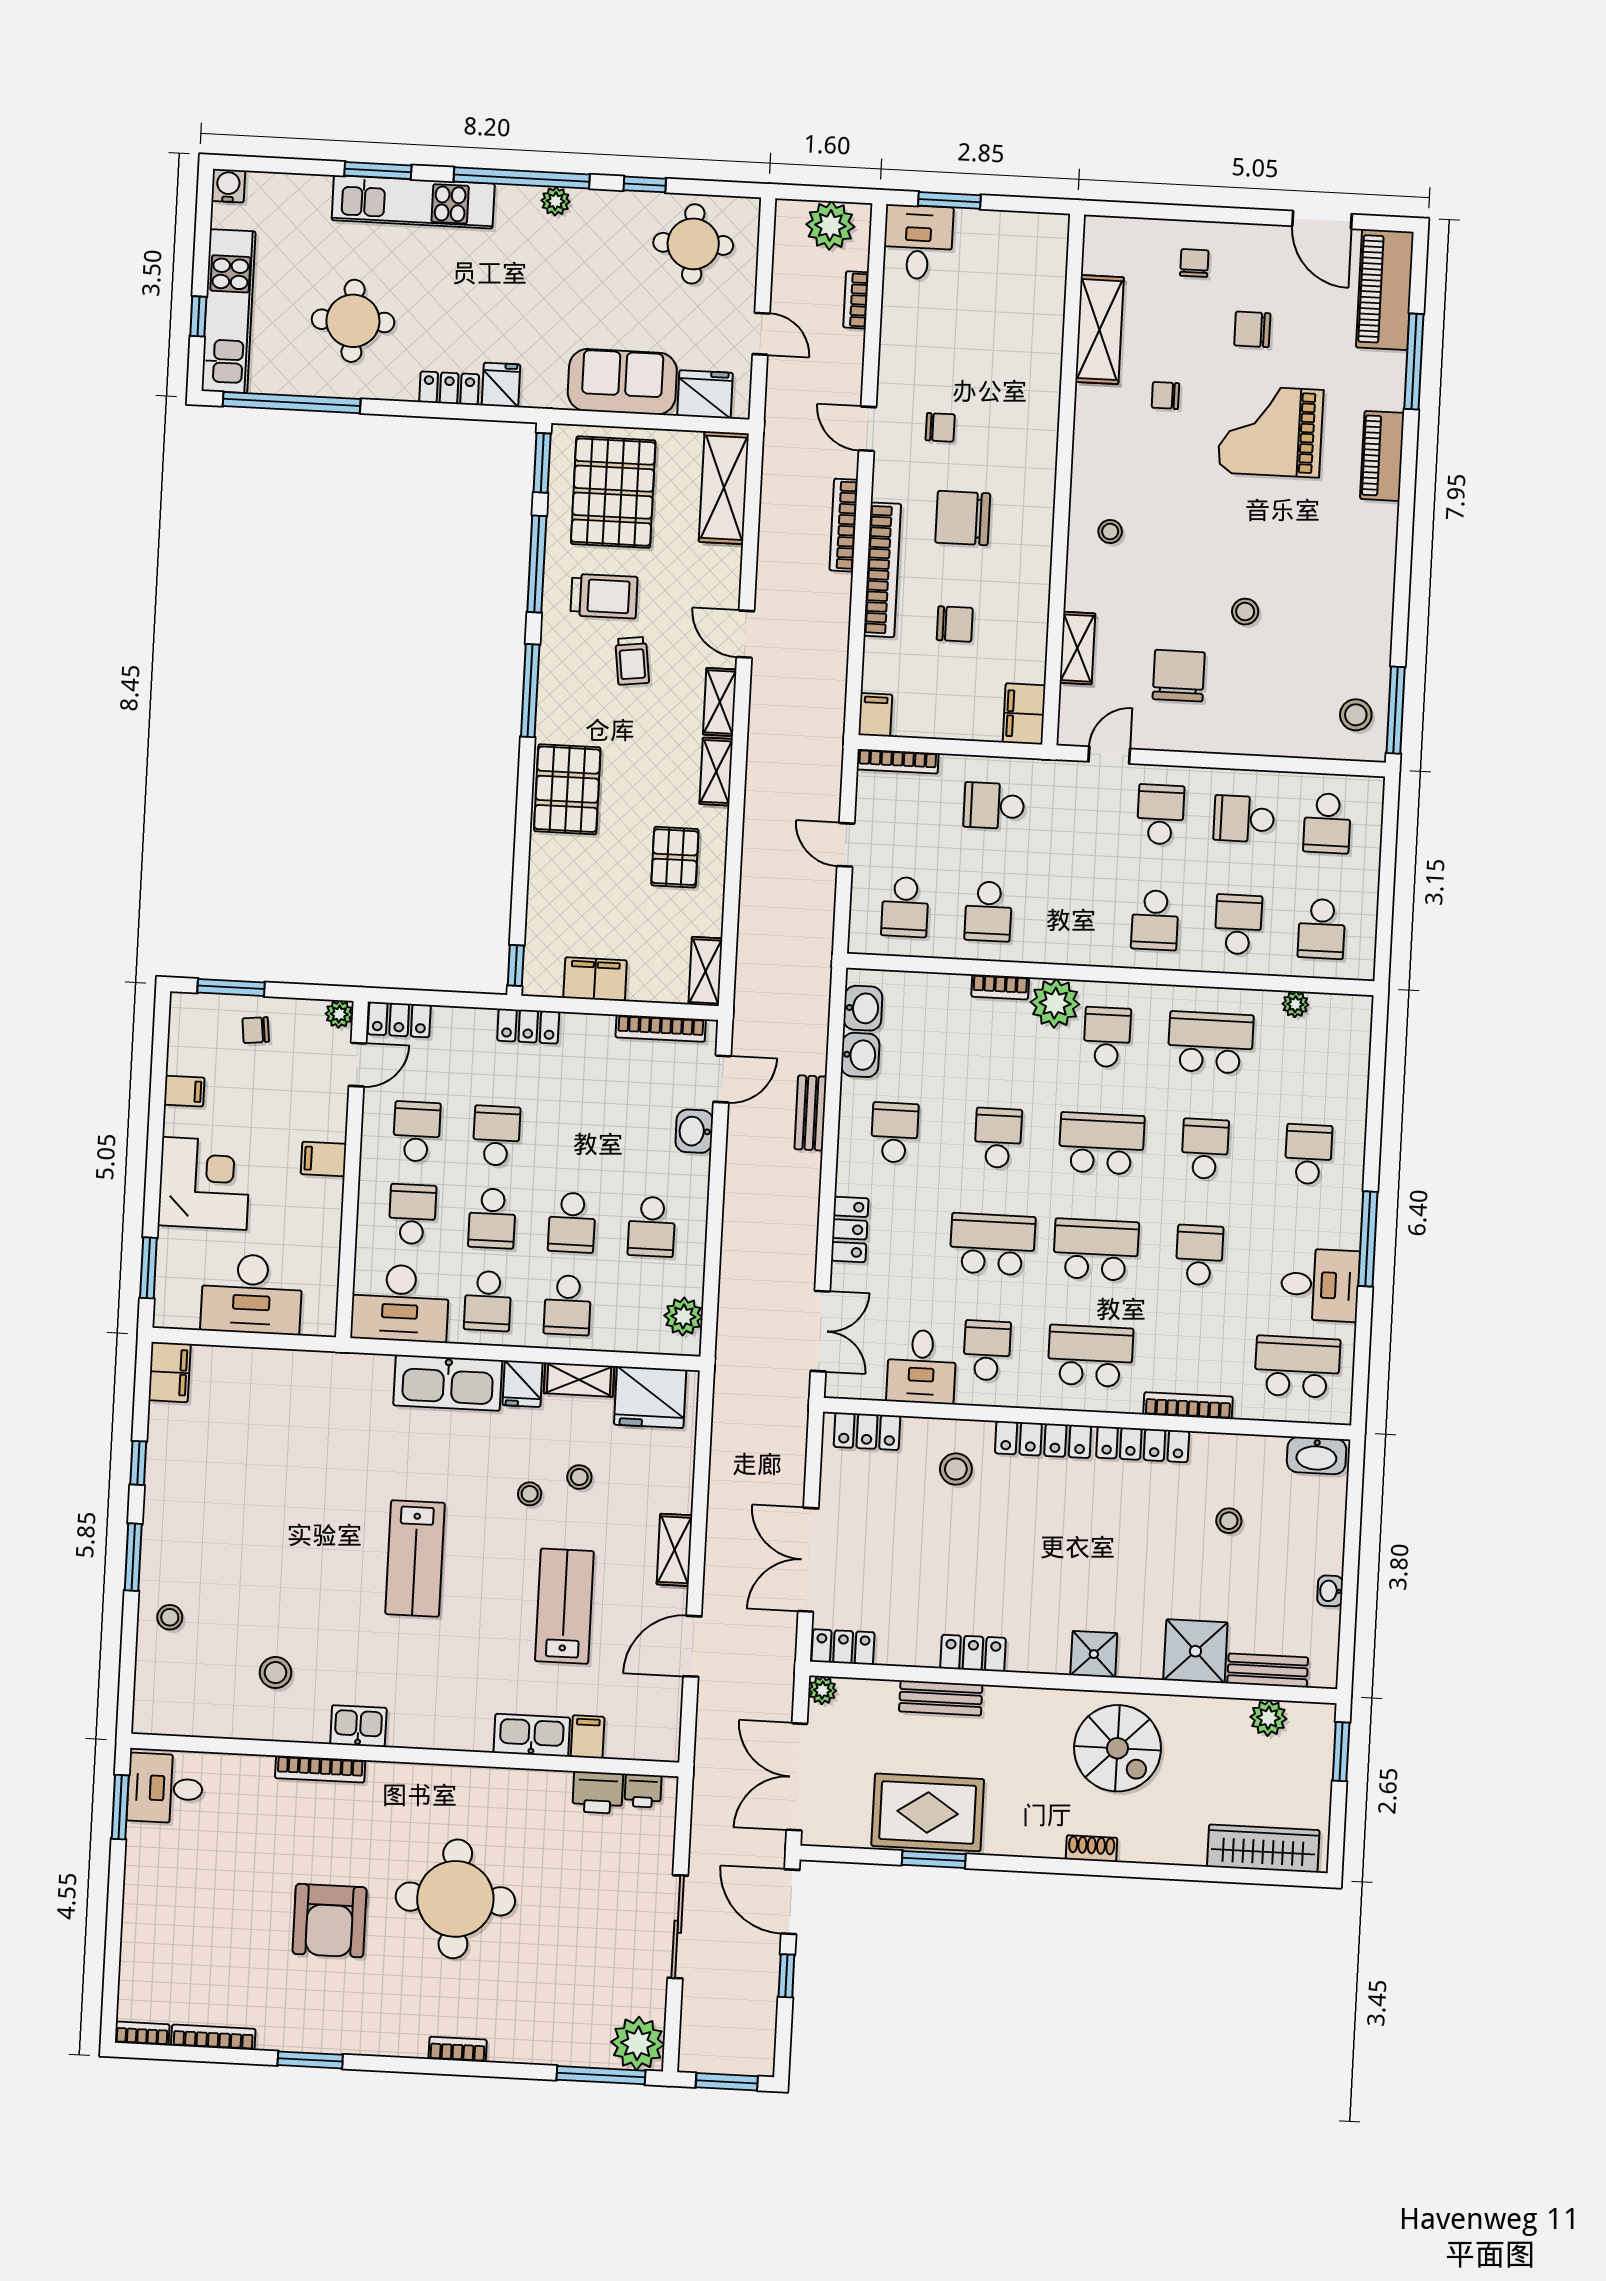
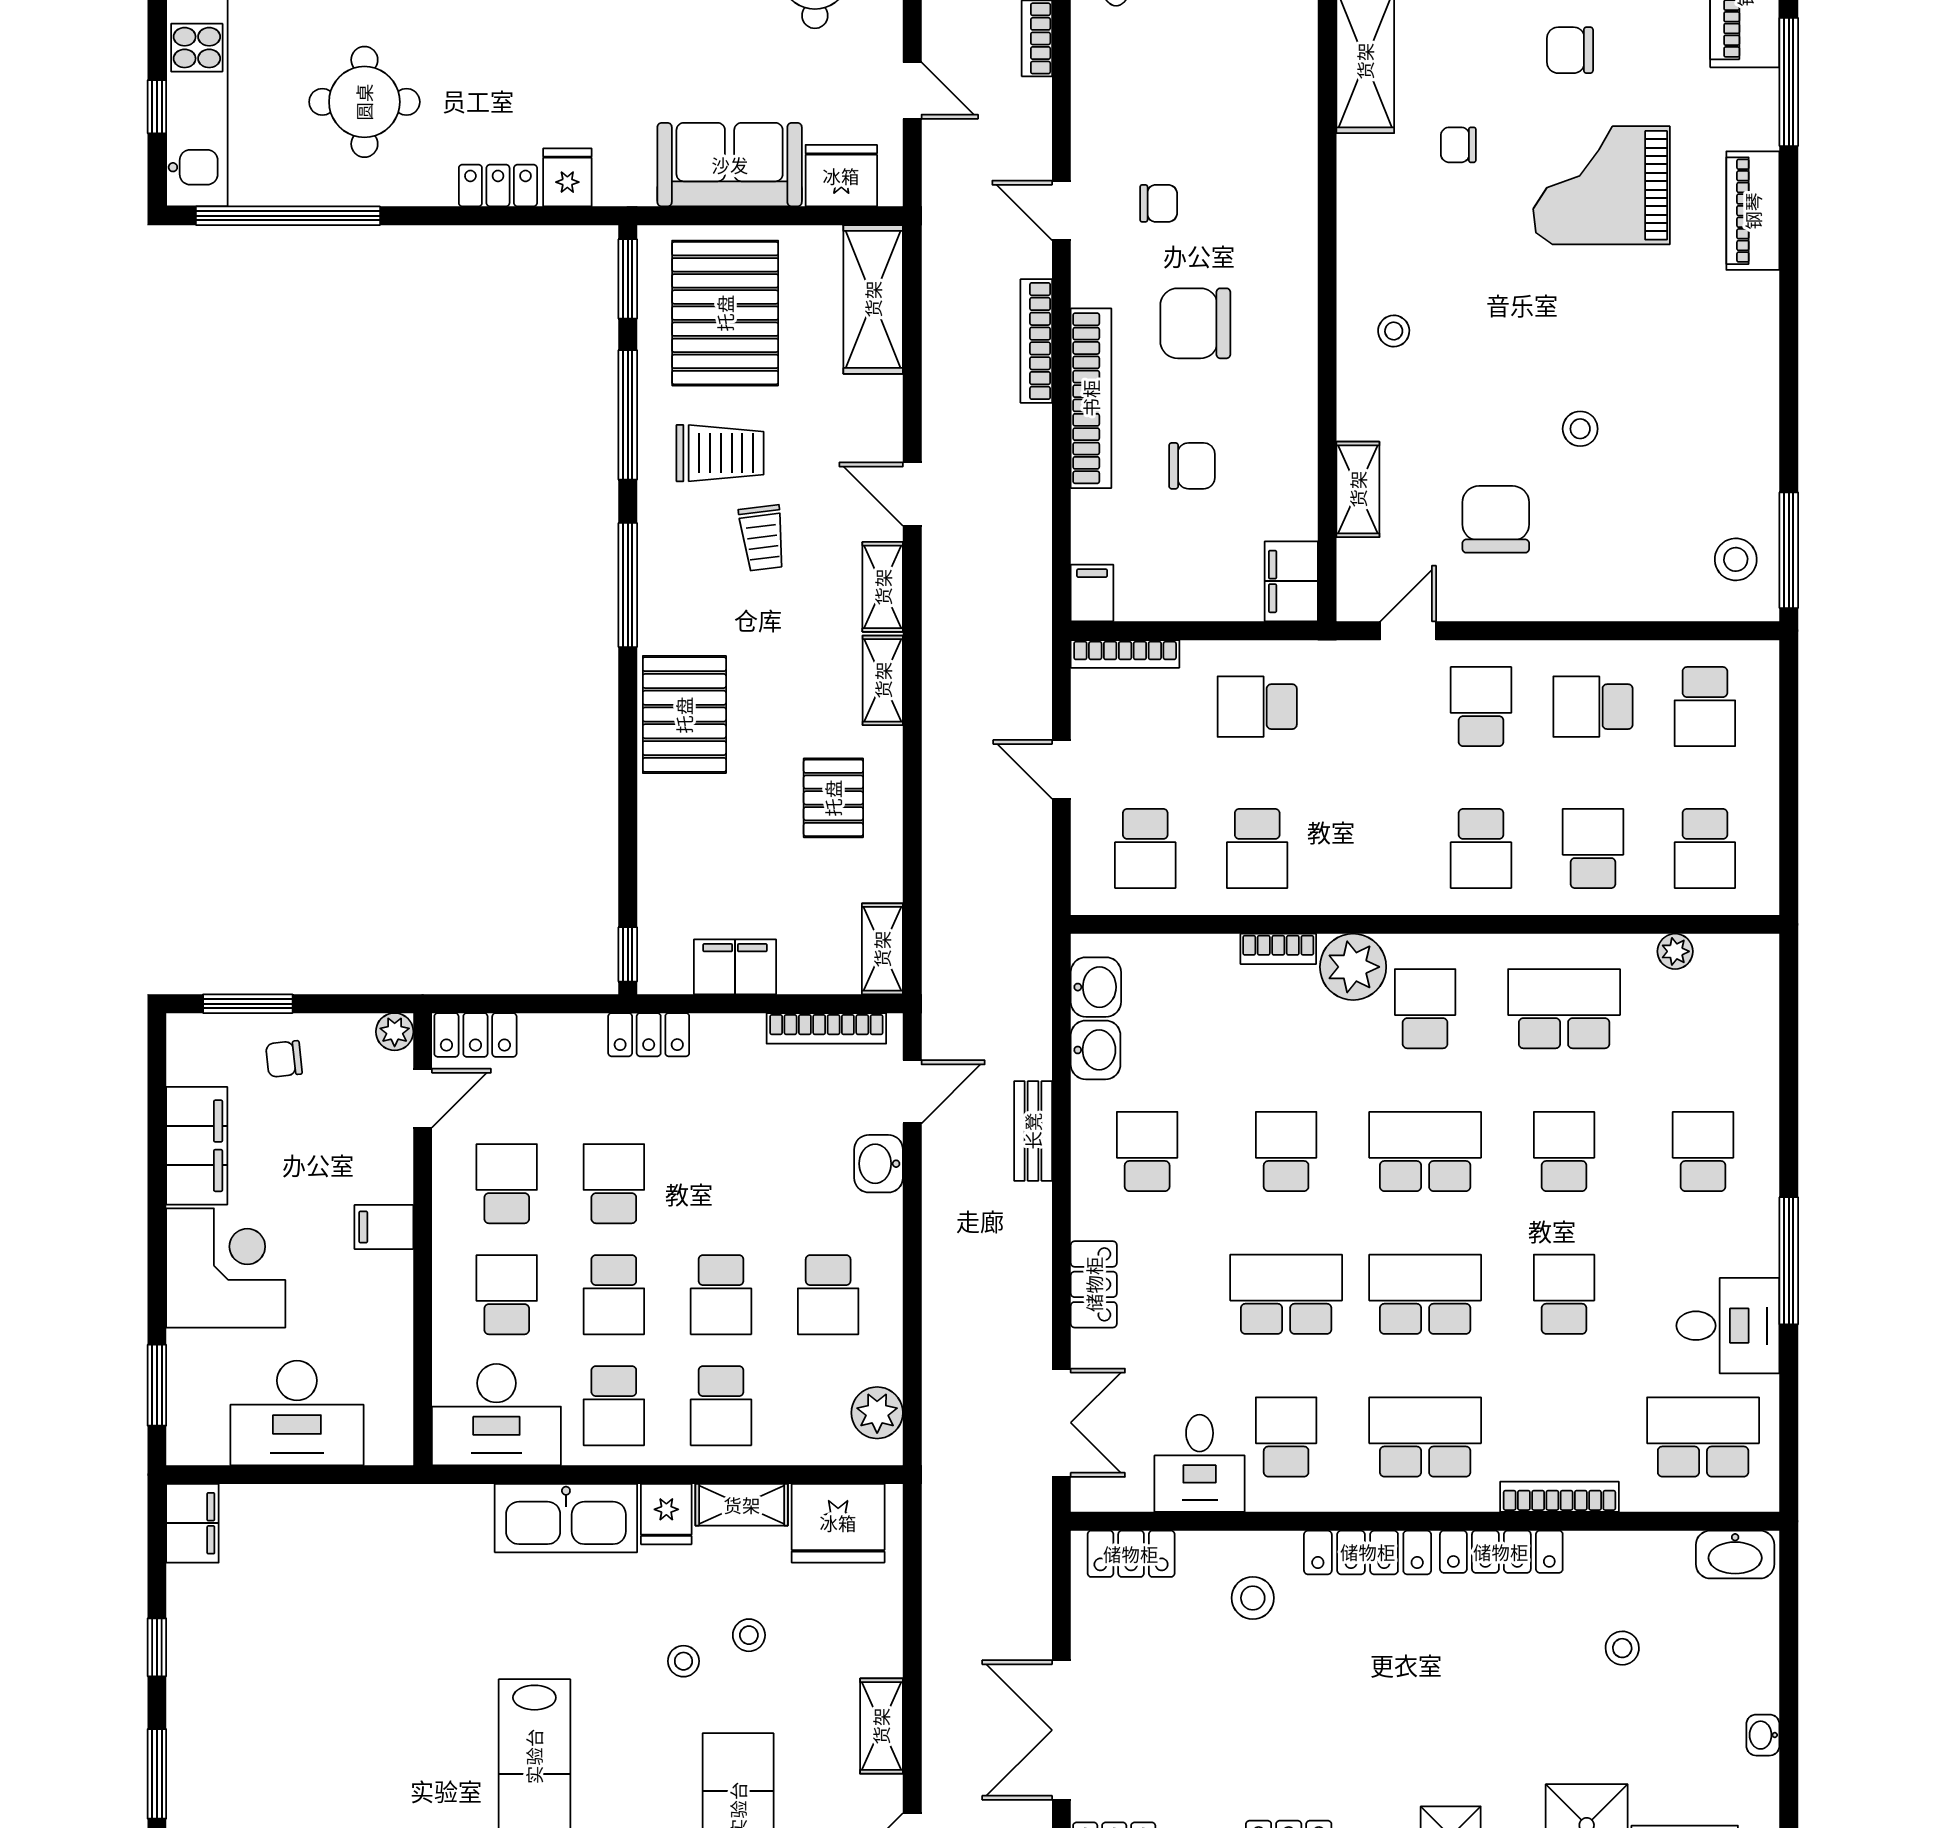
filing cabinet: (184, 1091) -> (197, 1146), width x3.00, depth x1.17

